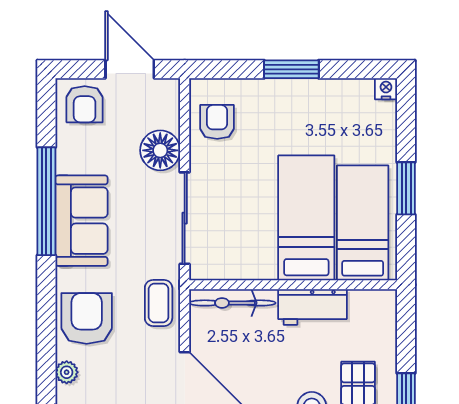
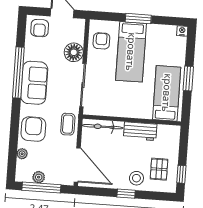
bed: (306, 218) -> (131, 52), moved, turned 180

